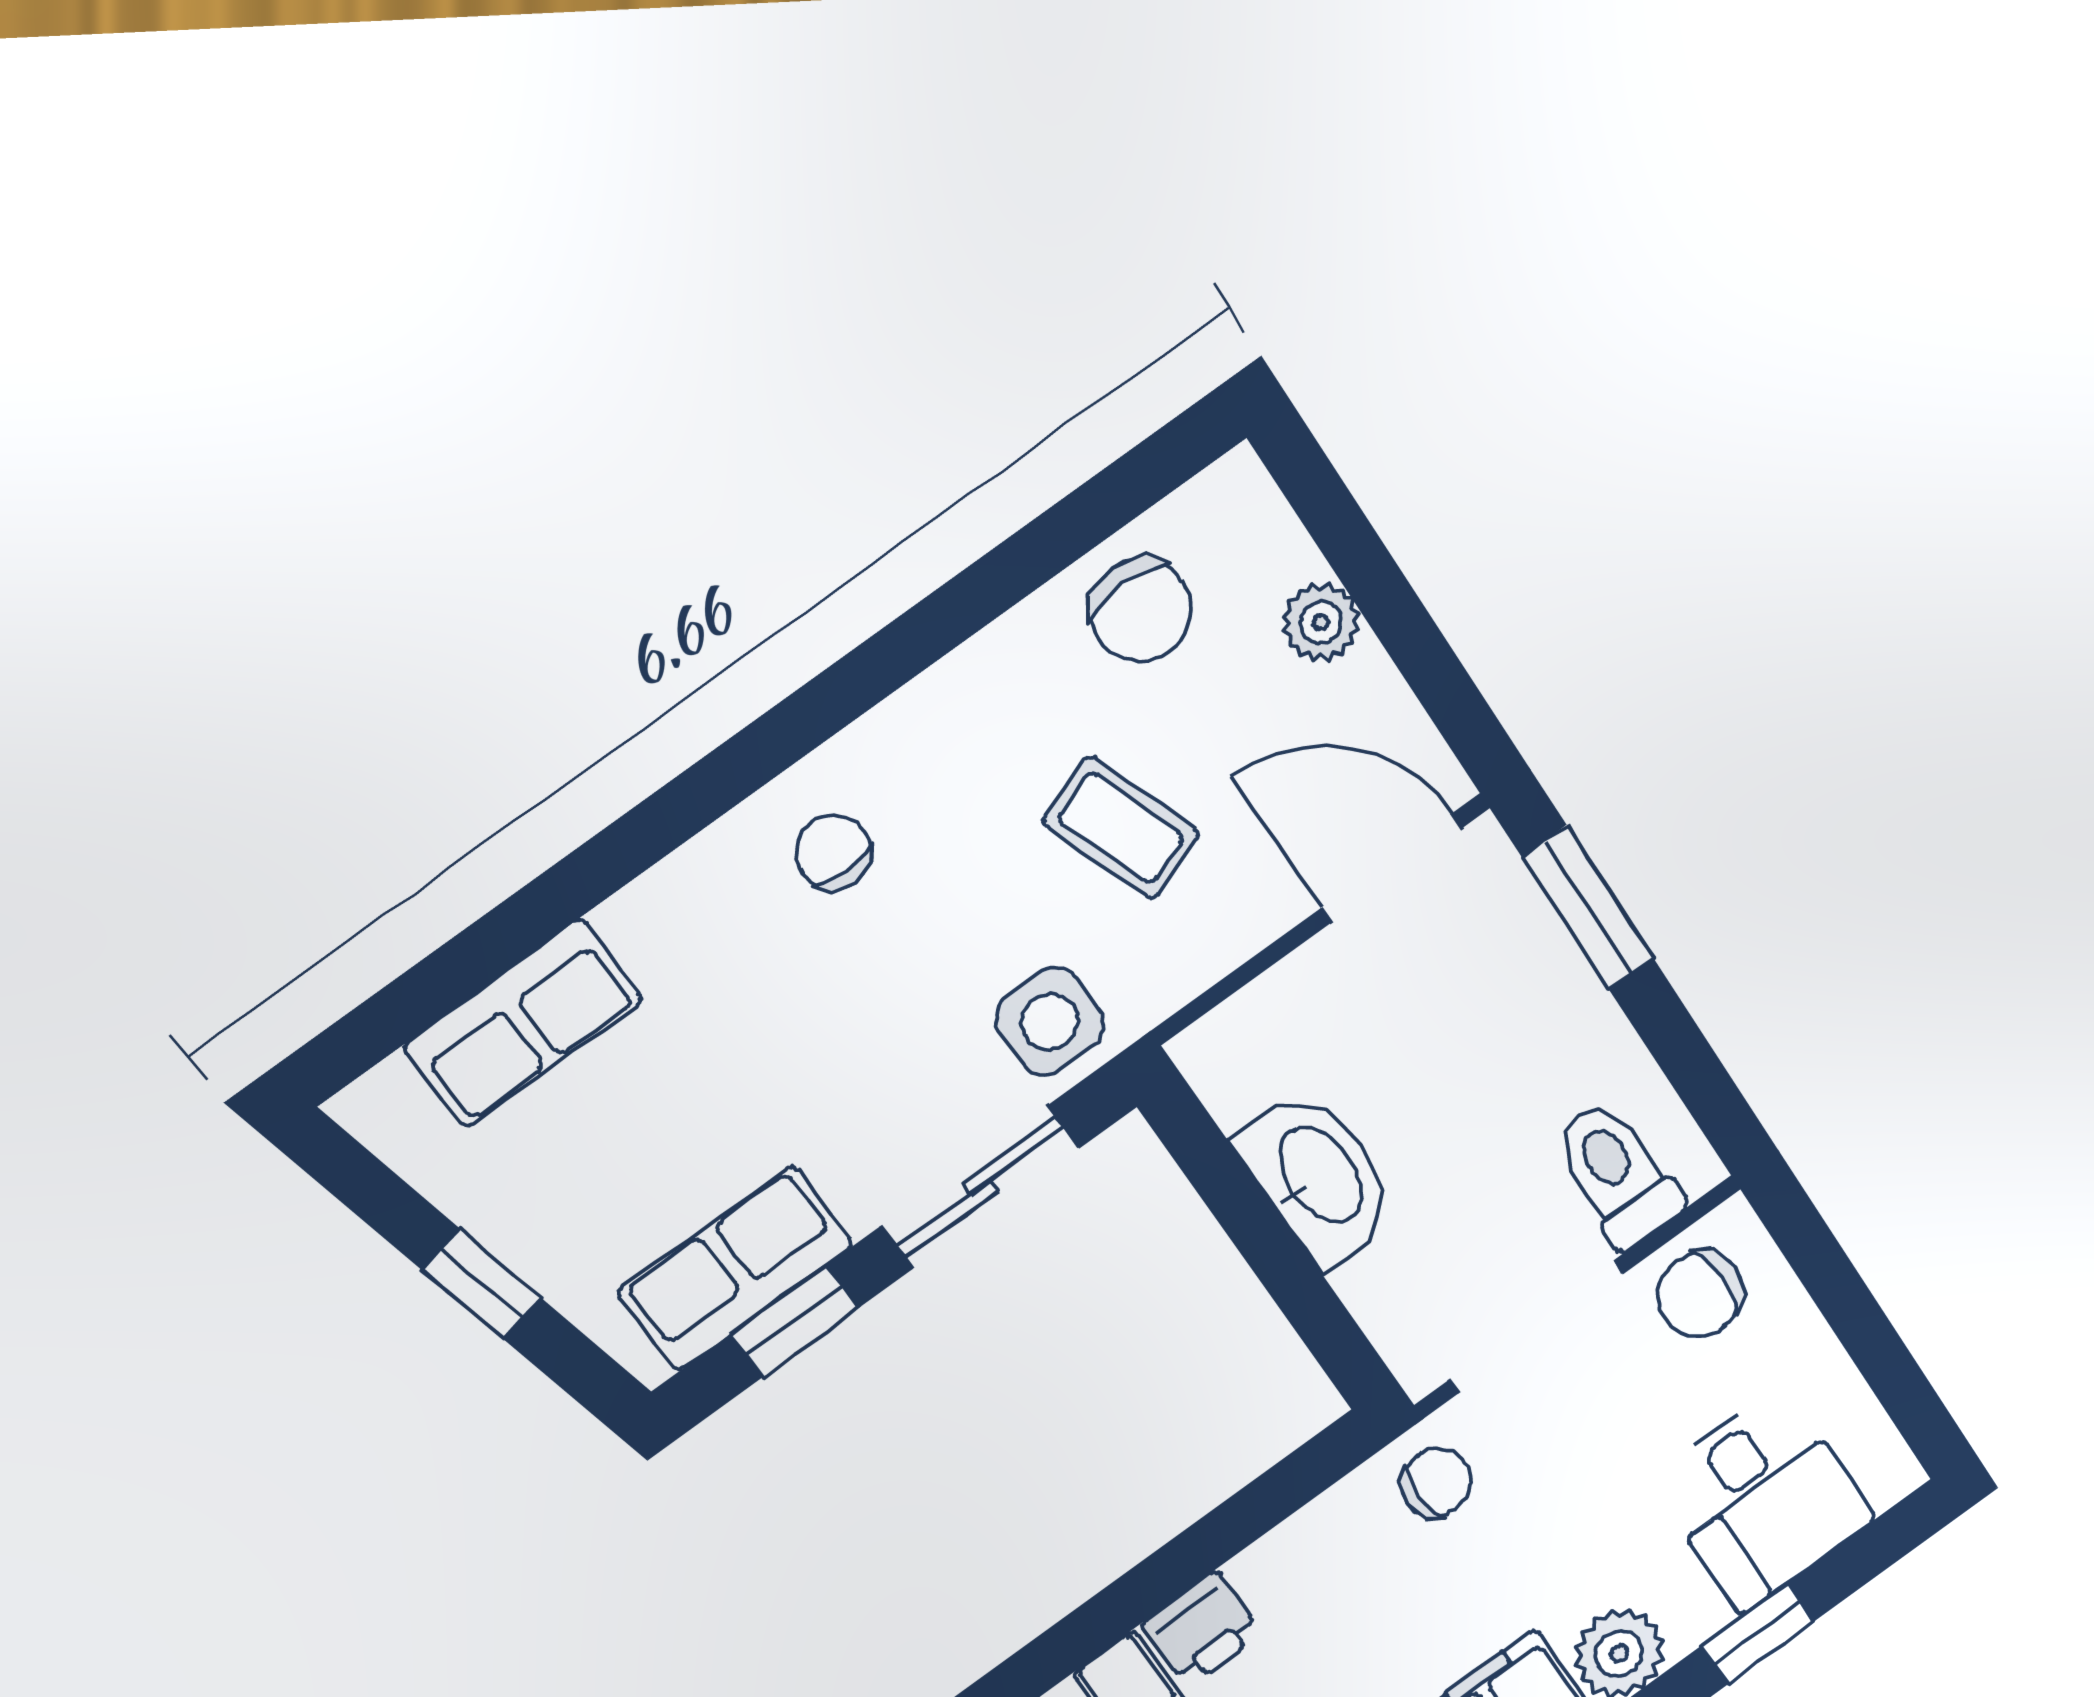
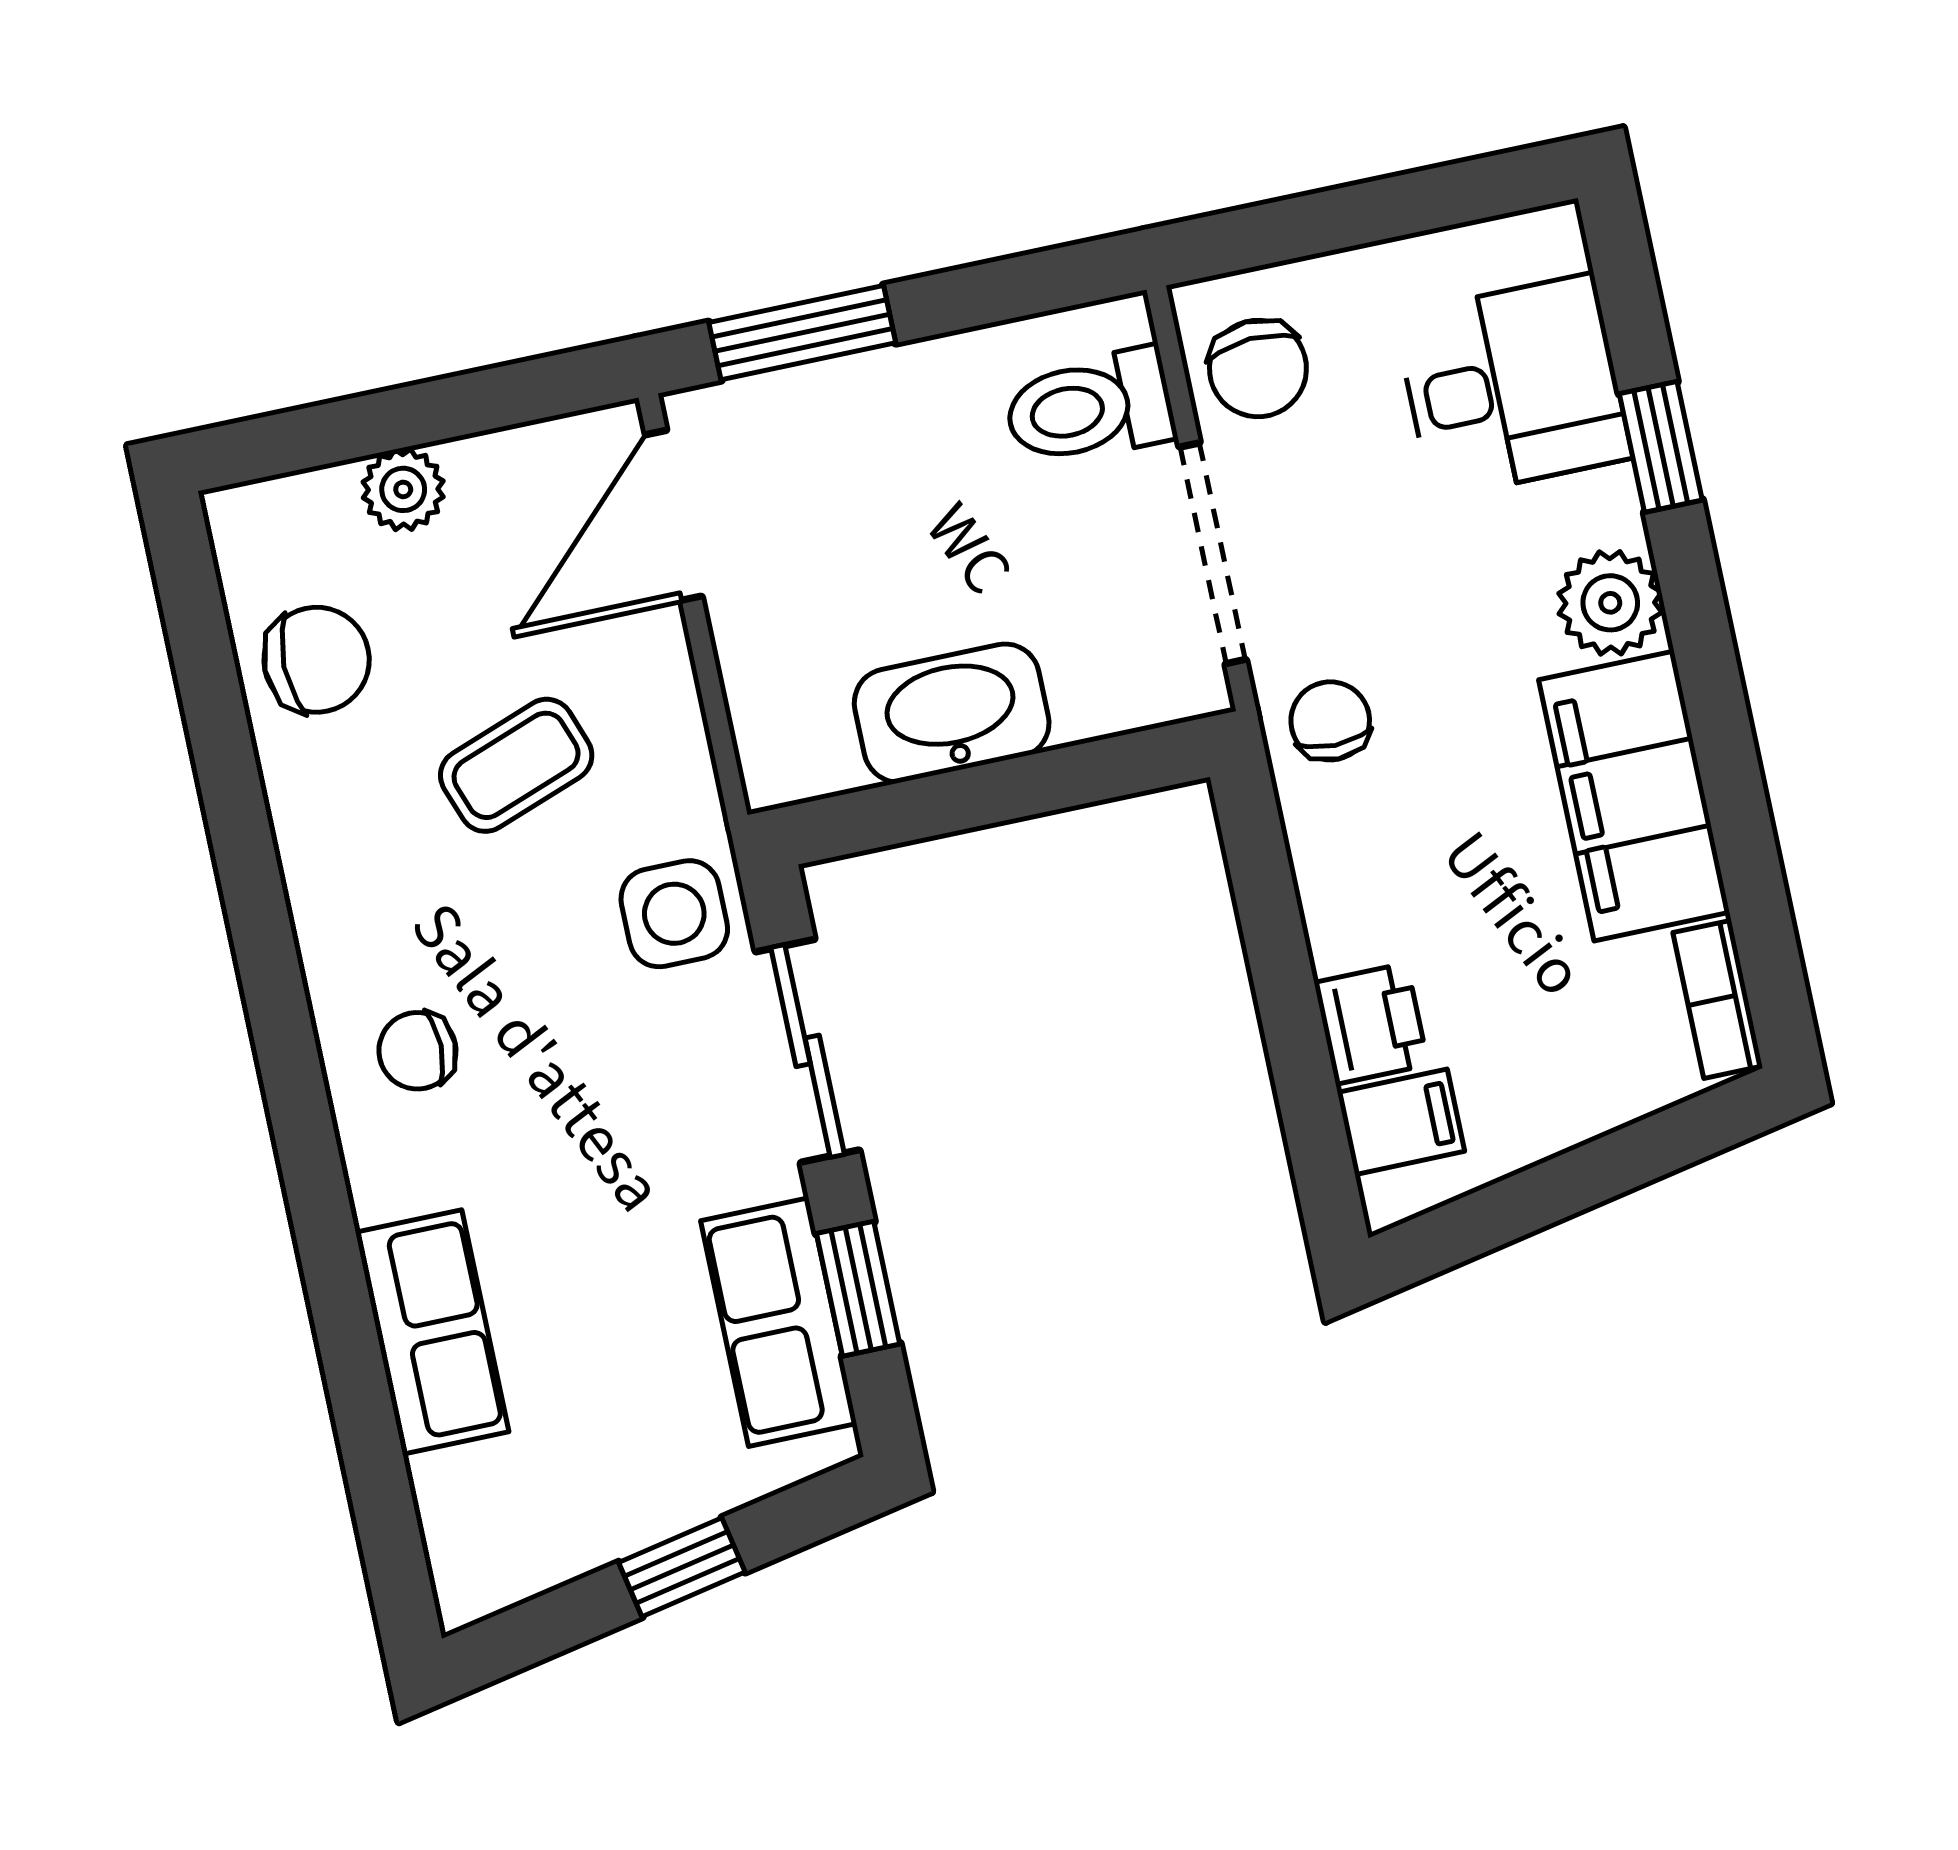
row of seats: (523, 1023) -> (432, 1332), moved

